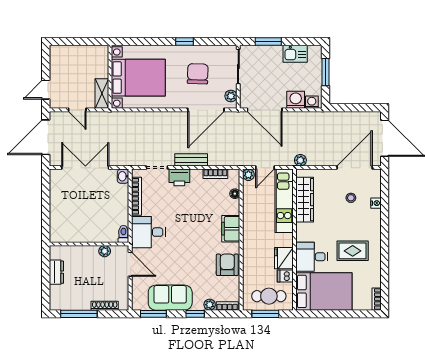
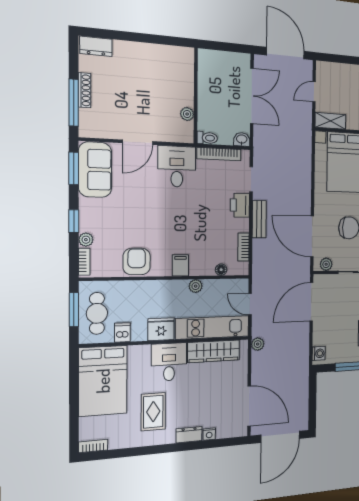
door: (46, 90) -> (335, 58), removed
washing machine: (296, 100) -> (321, 336), removed
plant: (248, 175) -> (196, 286), moved
stool: (351, 198) -> (215, 405), removed
dresser: (375, 221) -> (189, 435), added
filing cabinet: (231, 229) -> (180, 265), width x0.50
toilet: (123, 234) -> (207, 138), moved
wall: (89, 244) -> (196, 96), moved
plant: (105, 251) -> (187, 114), moved
desk: (312, 257) -> (169, 362), moved
fridge: (284, 258) -> (161, 329), moved
armchair: (227, 265) -> (137, 261), turned -90
dresser: (56, 272) -> (96, 46), moved
sofa: (170, 298) -> (95, 170), moved
shoe rack: (105, 306) -> (85, 90), moved
window: (79, 314) -> (74, 103), moved

